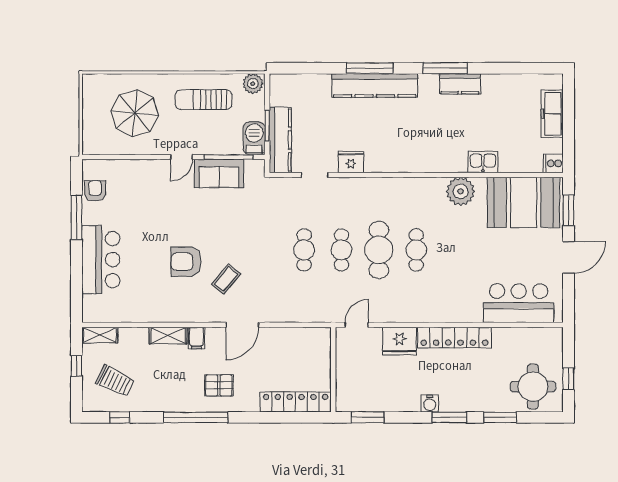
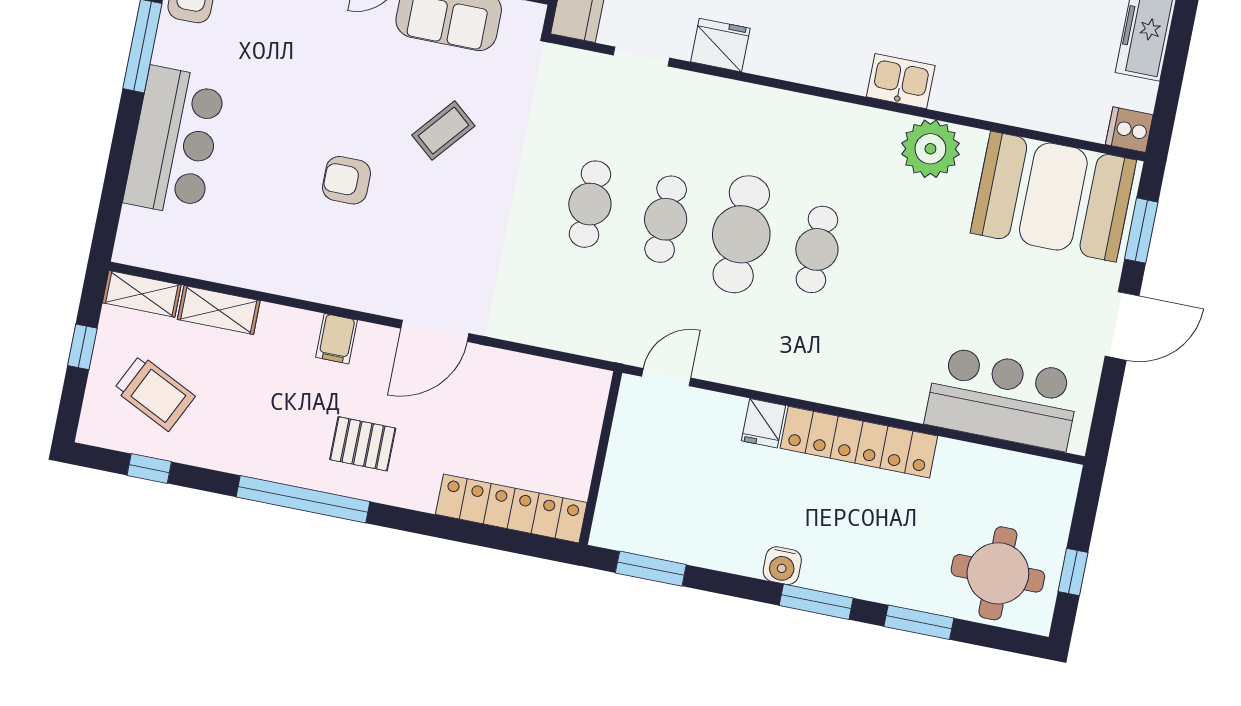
kitchen sink: (483, 162) -> (901, 81), moved
armchair: (186, 262) -> (346, 180), width x0.72, depth x0.72
coffee table: (226, 279) -> (443, 131), moved
shelving: (168, 335) -> (219, 310), moved
fridge: (399, 341) -> (763, 423), width x0.53, depth x0.75

